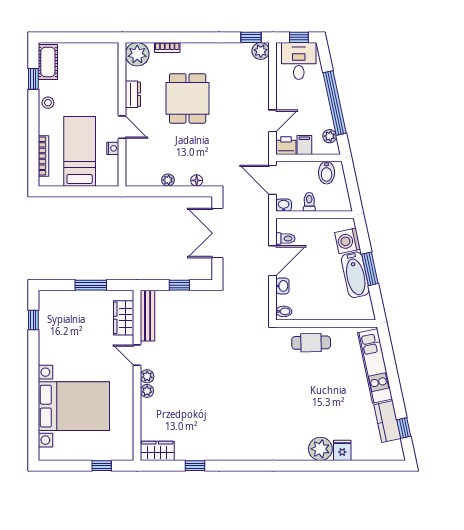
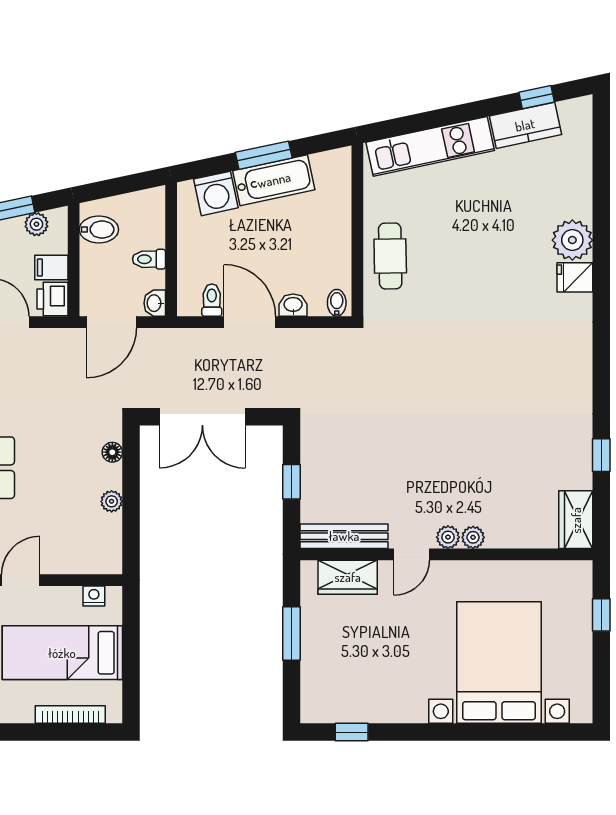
nightstand: (113, 148) -> (94, 596), moved
fridge: (342, 450) -> (575, 277), moved

